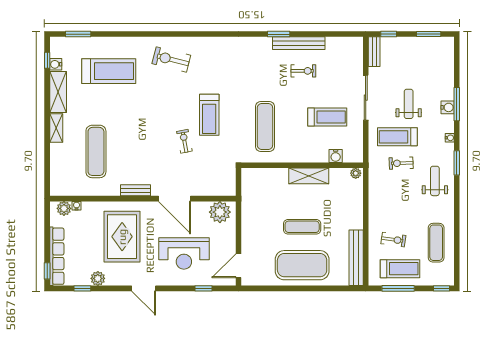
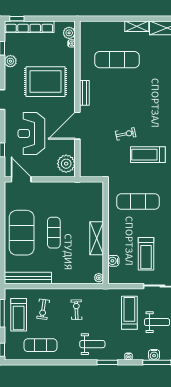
exercise bike: (401, 163) -> (76, 310), moved

